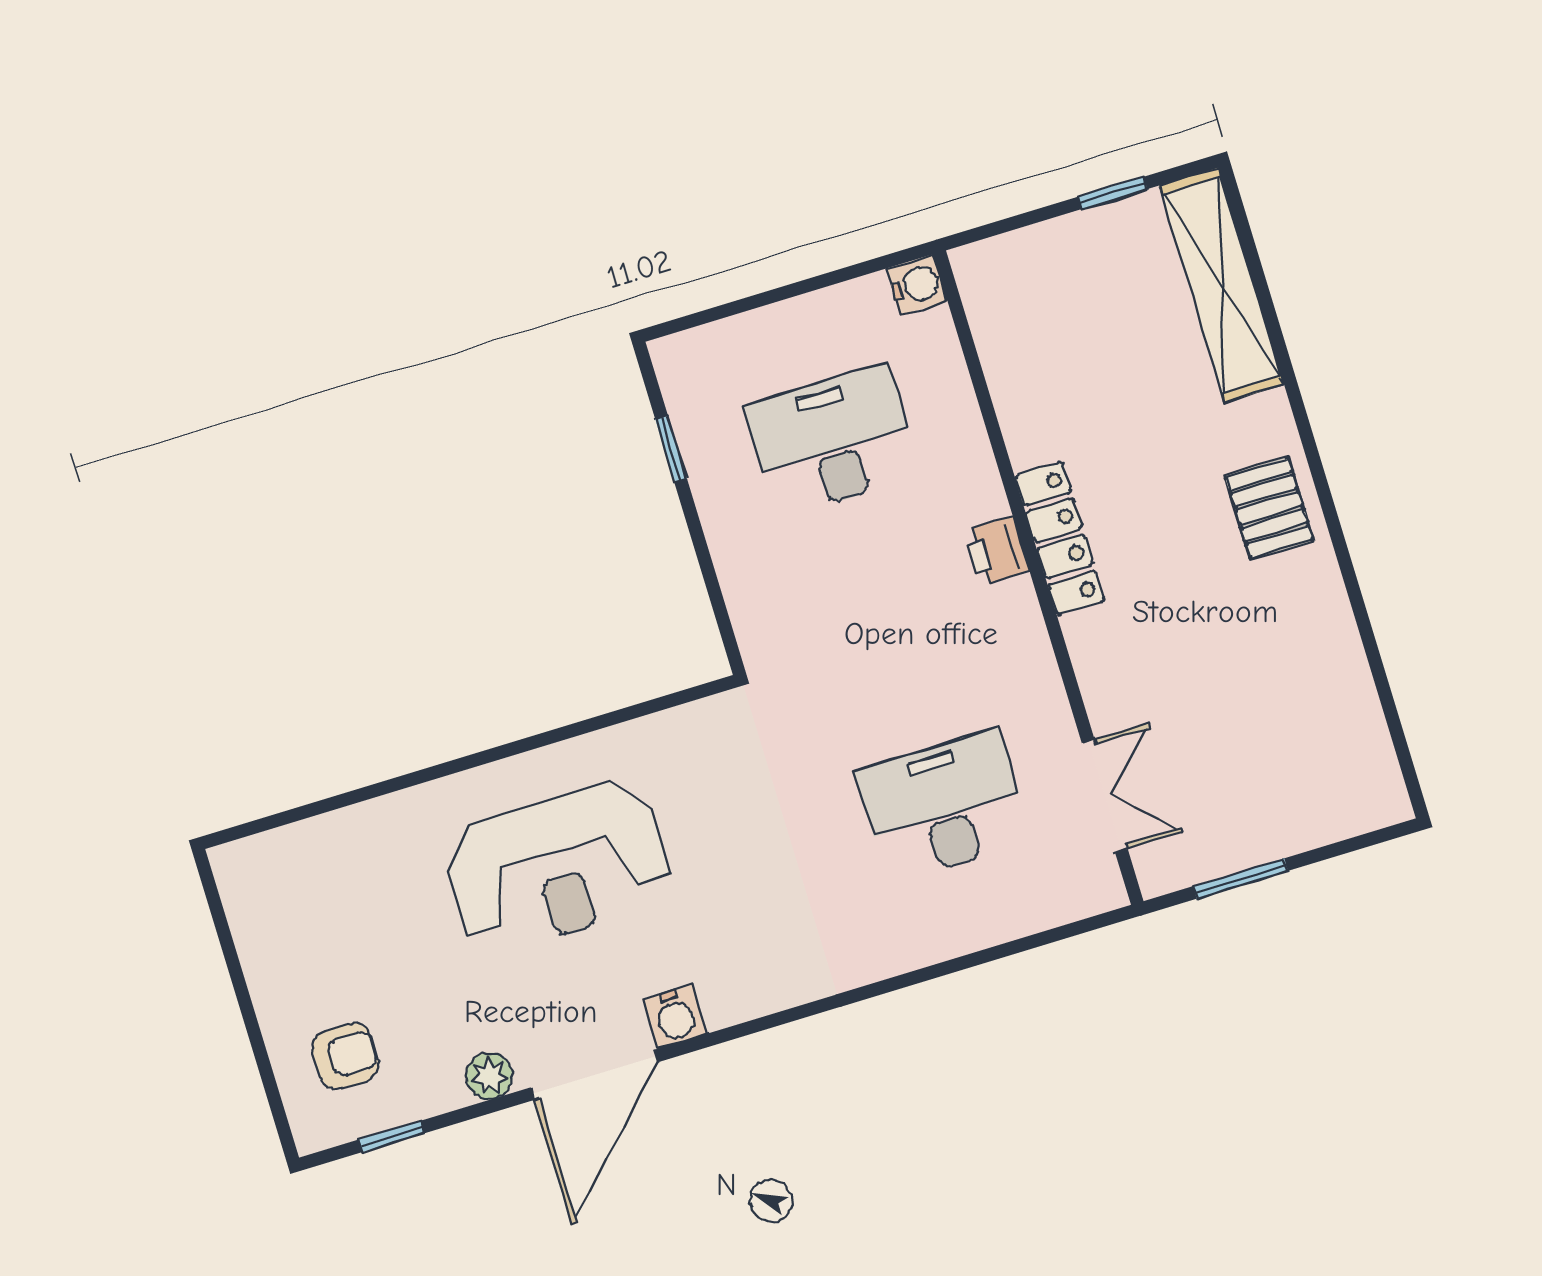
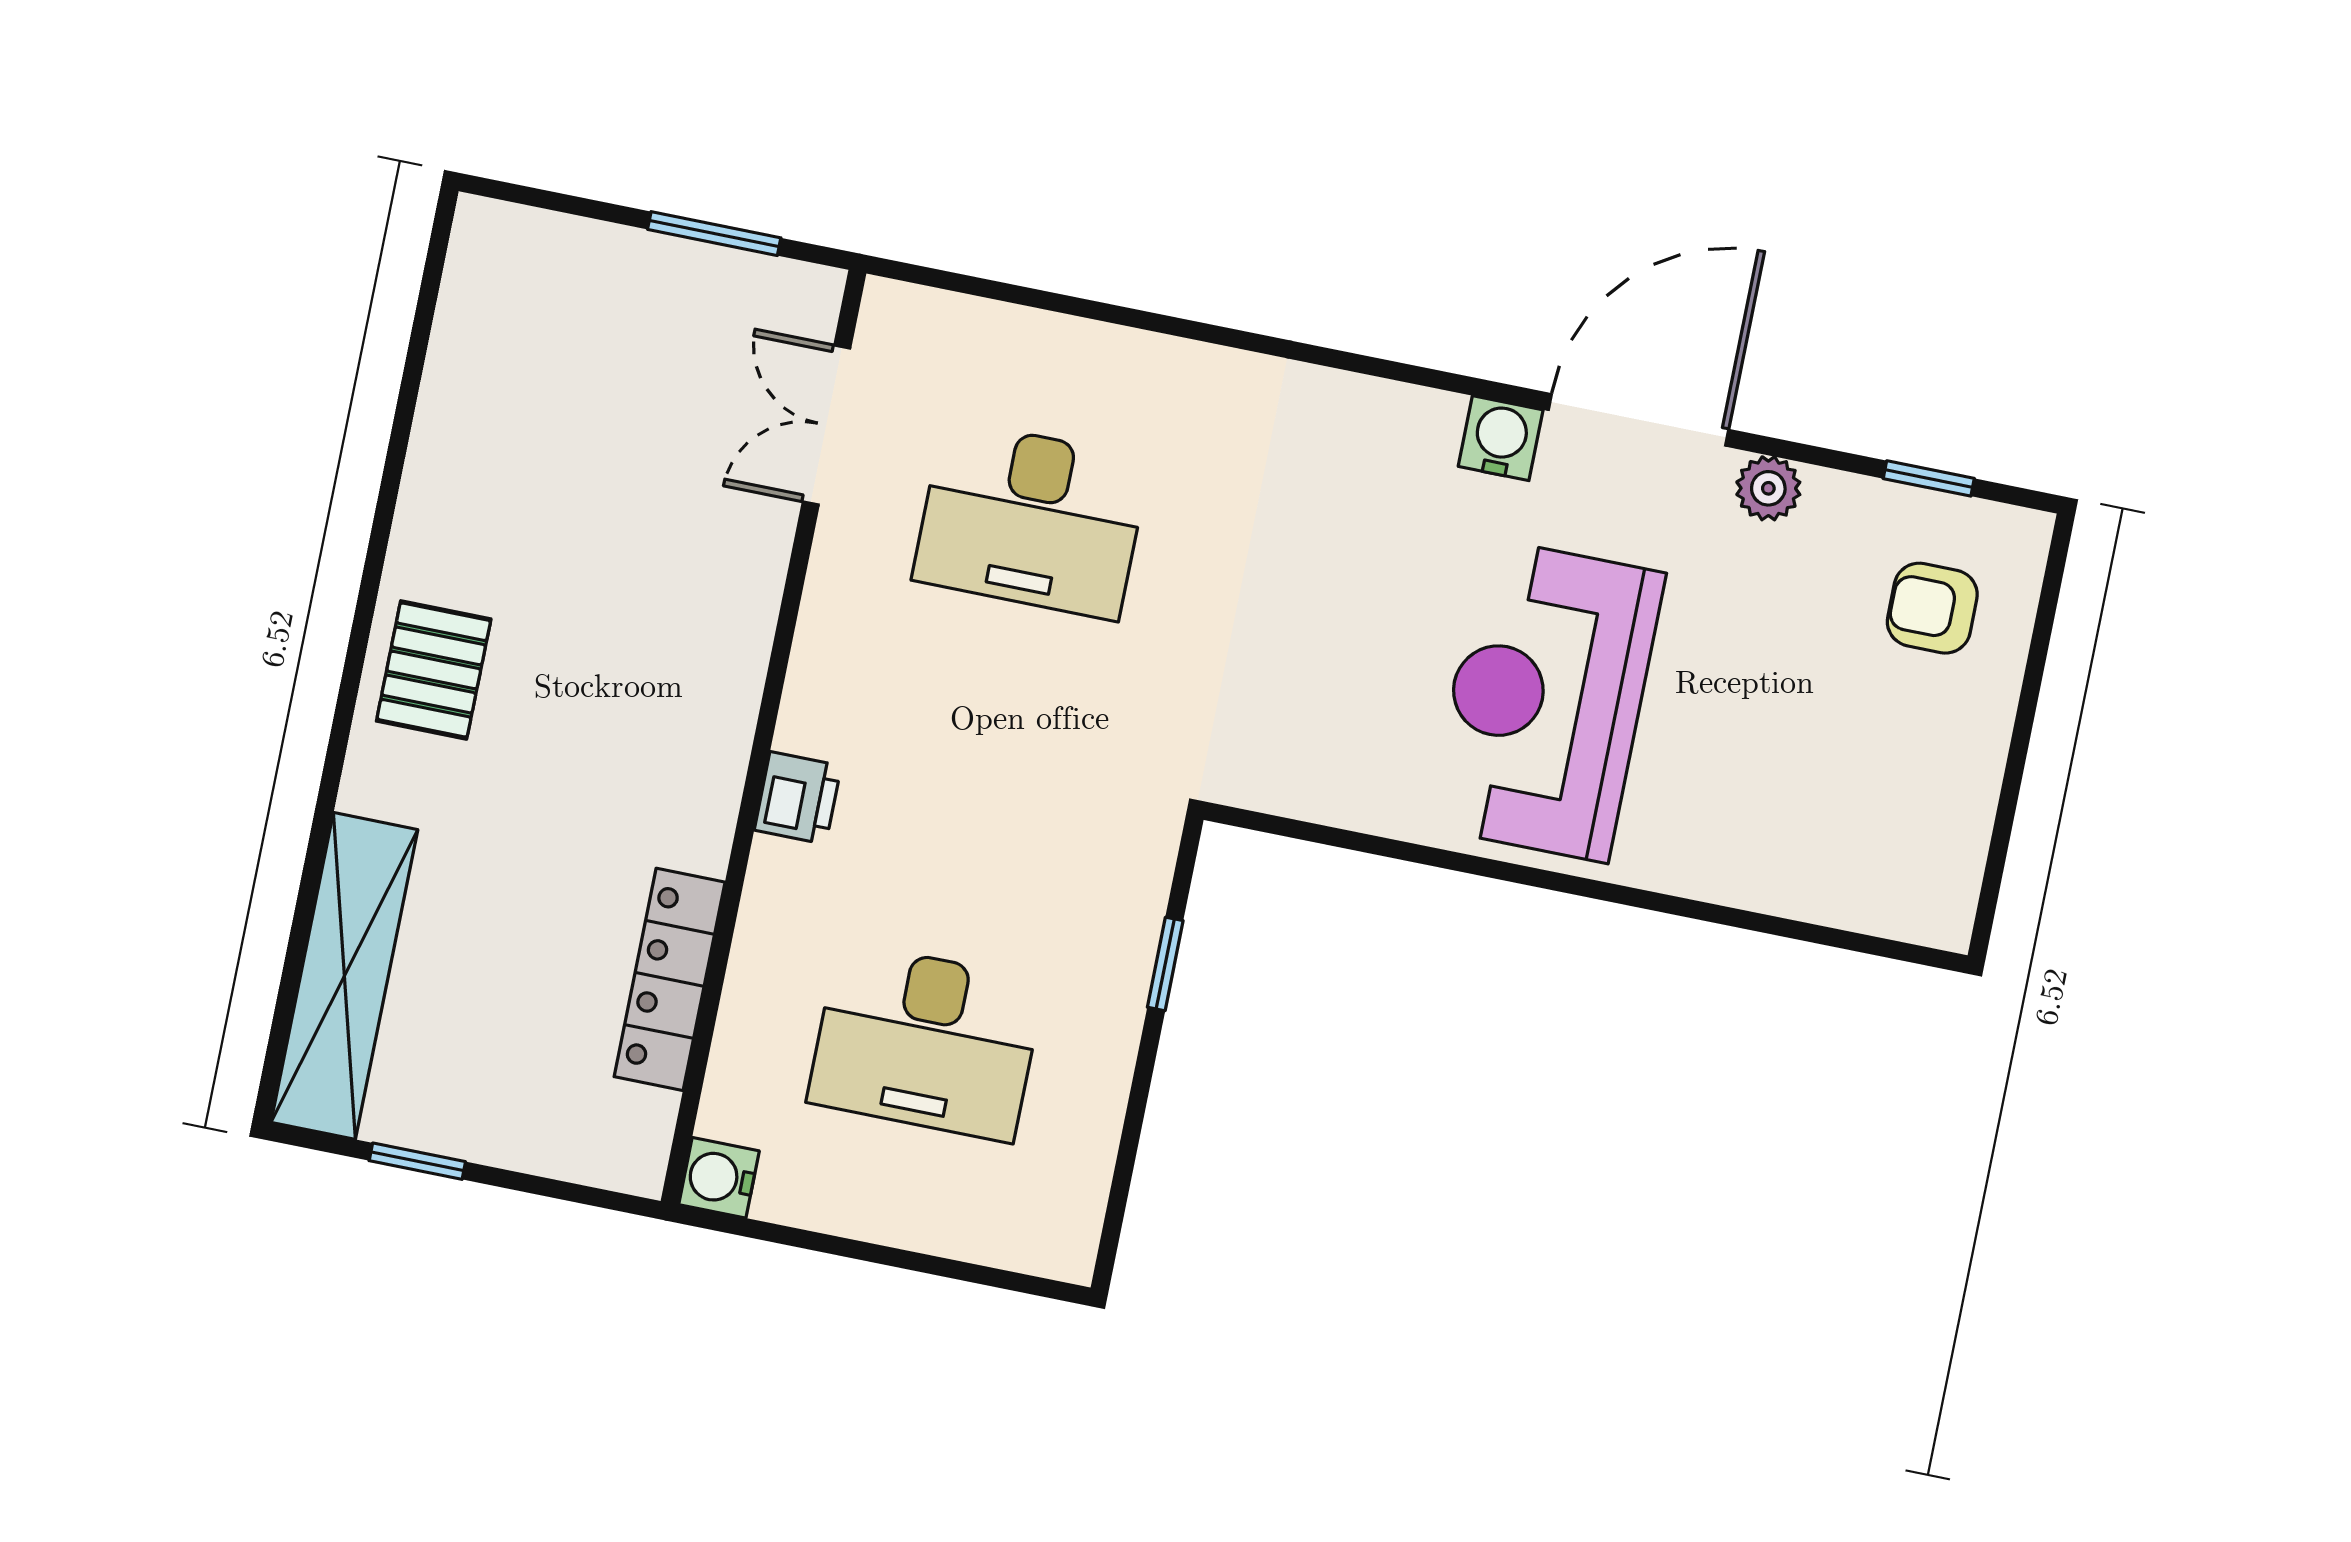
window: (671, 449) -> (1165, 964), moved
locker: (1060, 538) -> (670, 979), moved
reception desk: (558, 867) -> (1546, 700), turned -90

